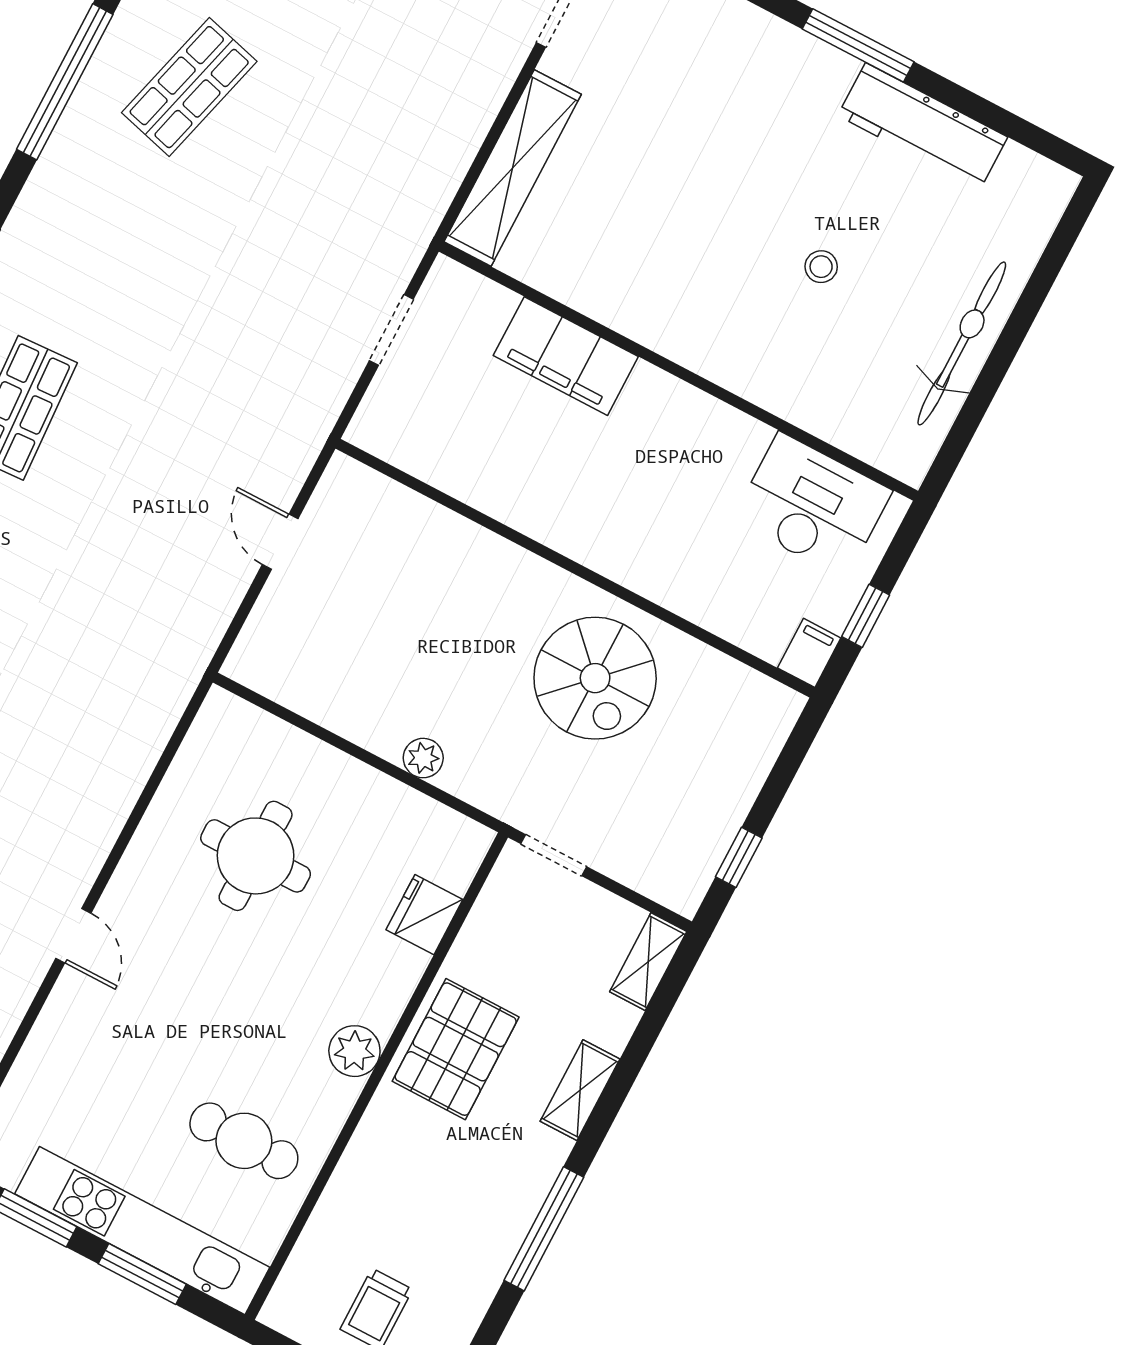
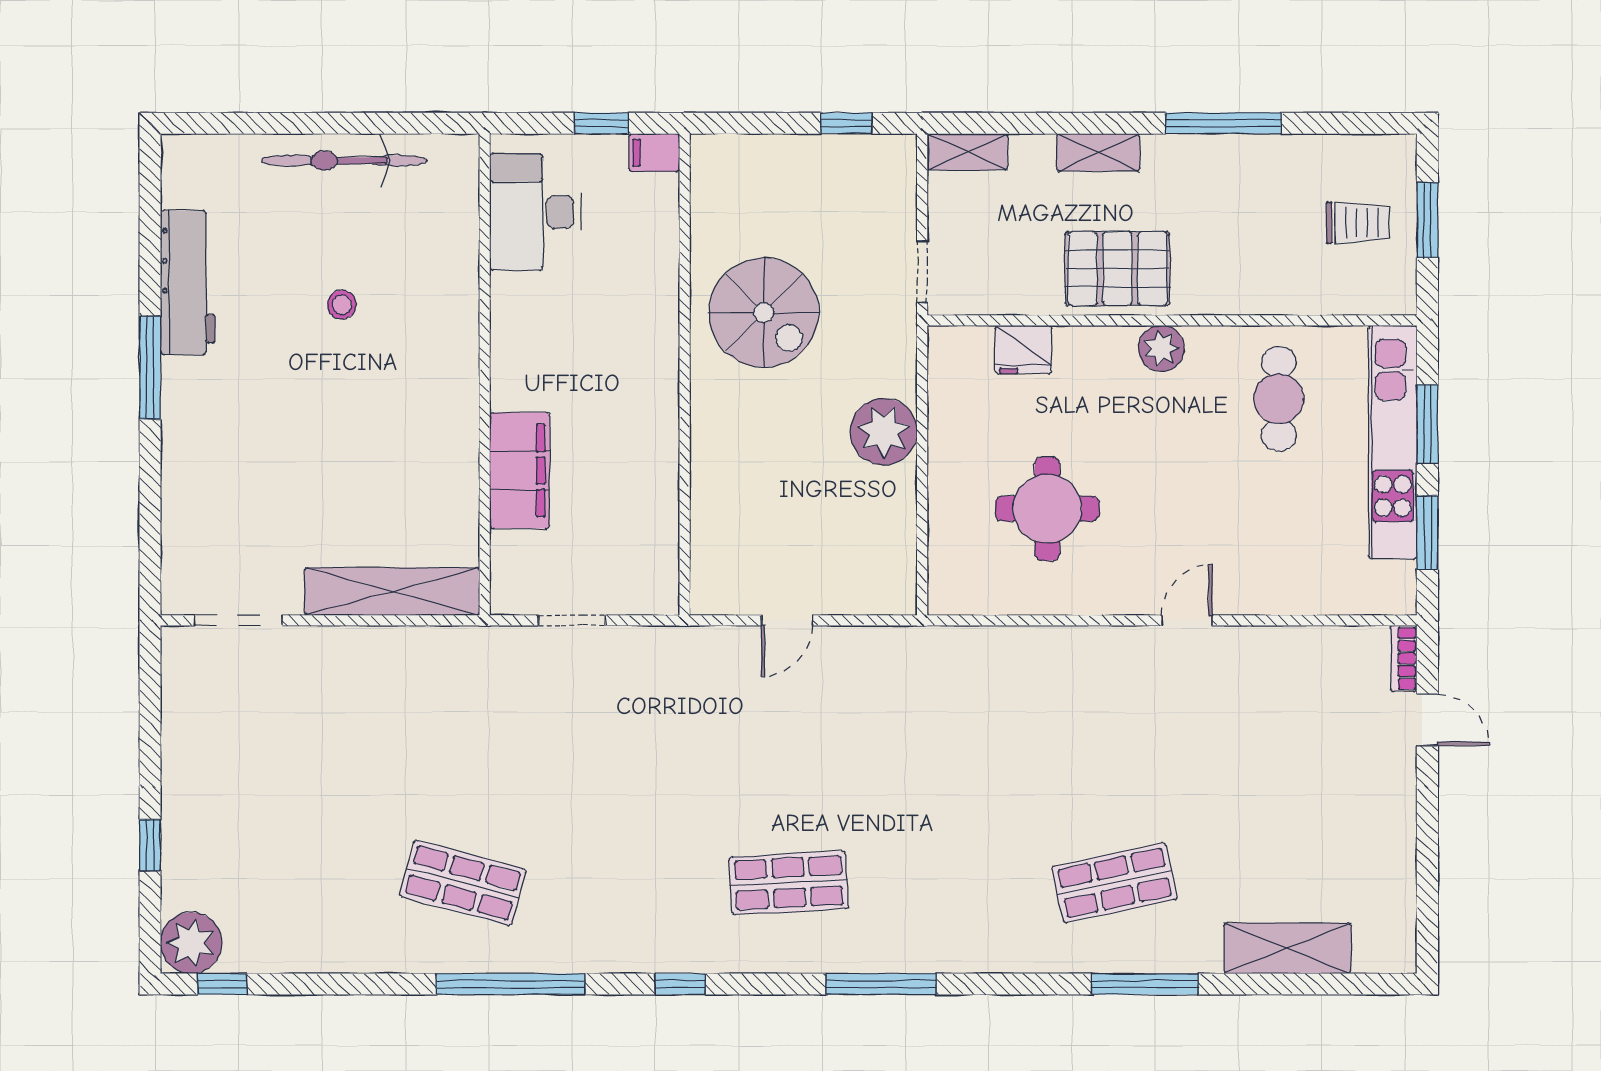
spiral stairs: (595, 678) -> (764, 313), turned 90
plant: (423, 758) -> (884, 432), width x1.87, depth x1.87

